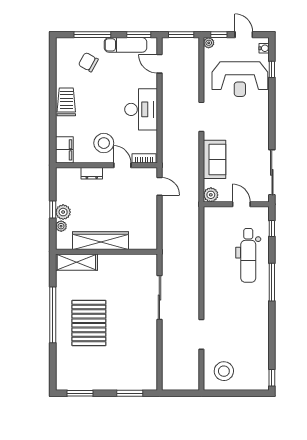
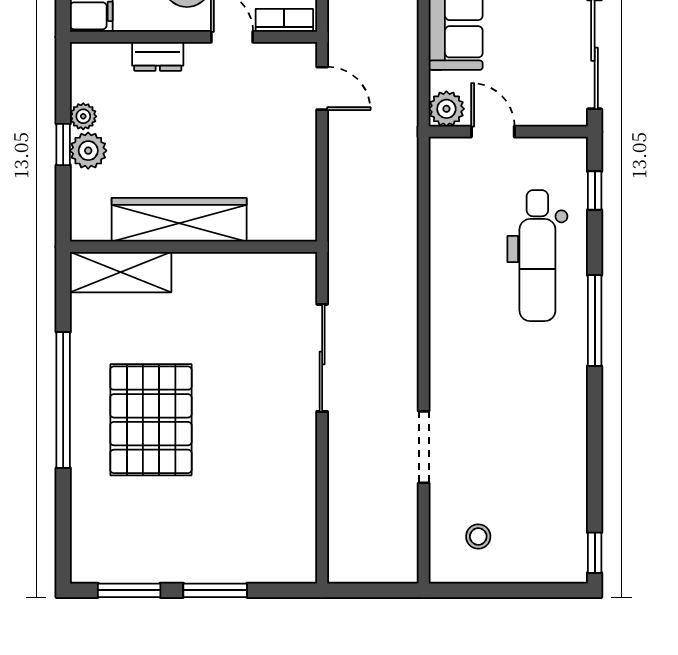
door: (241, 204) -> (493, 132), moved
plant: (61, 226) -> (83, 116), moved
stool: (224, 371) -> (478, 536), width x0.53, depth x0.53
window: (130, 393) -> (215, 590), moved

